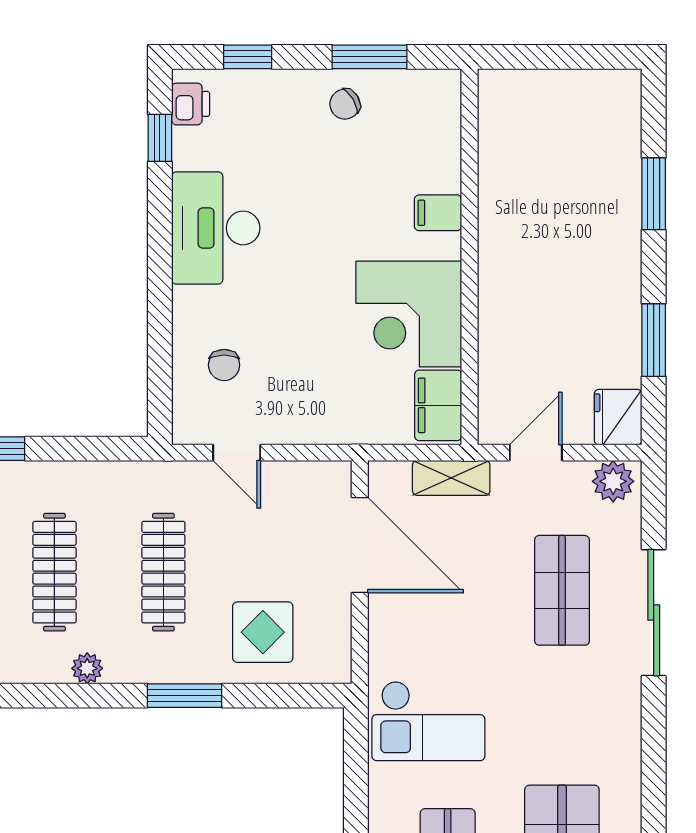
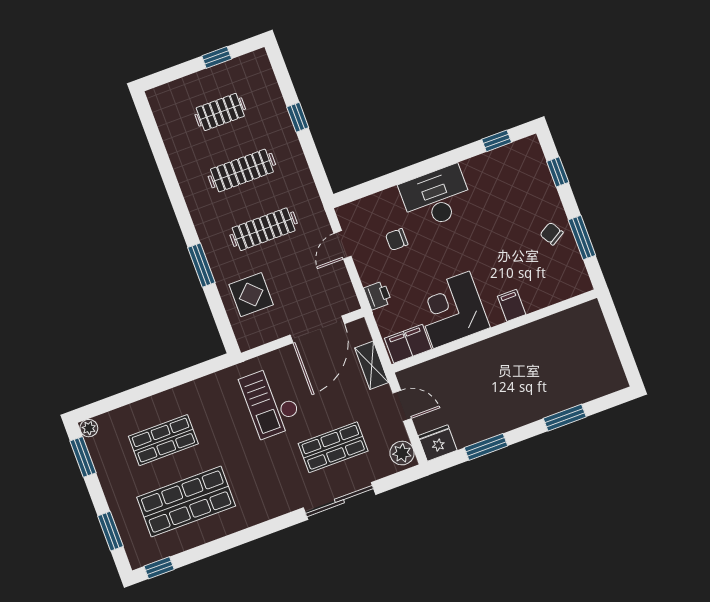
printer: (191, 104) -> (378, 295), moved, turned -90
desk: (216, 228) -> (436, 197), moved
chair: (224, 365) -> (397, 239), moved
plant: (87, 668) -> (197, 207), removed
checkout: (428, 721) -> (271, 402), moved

